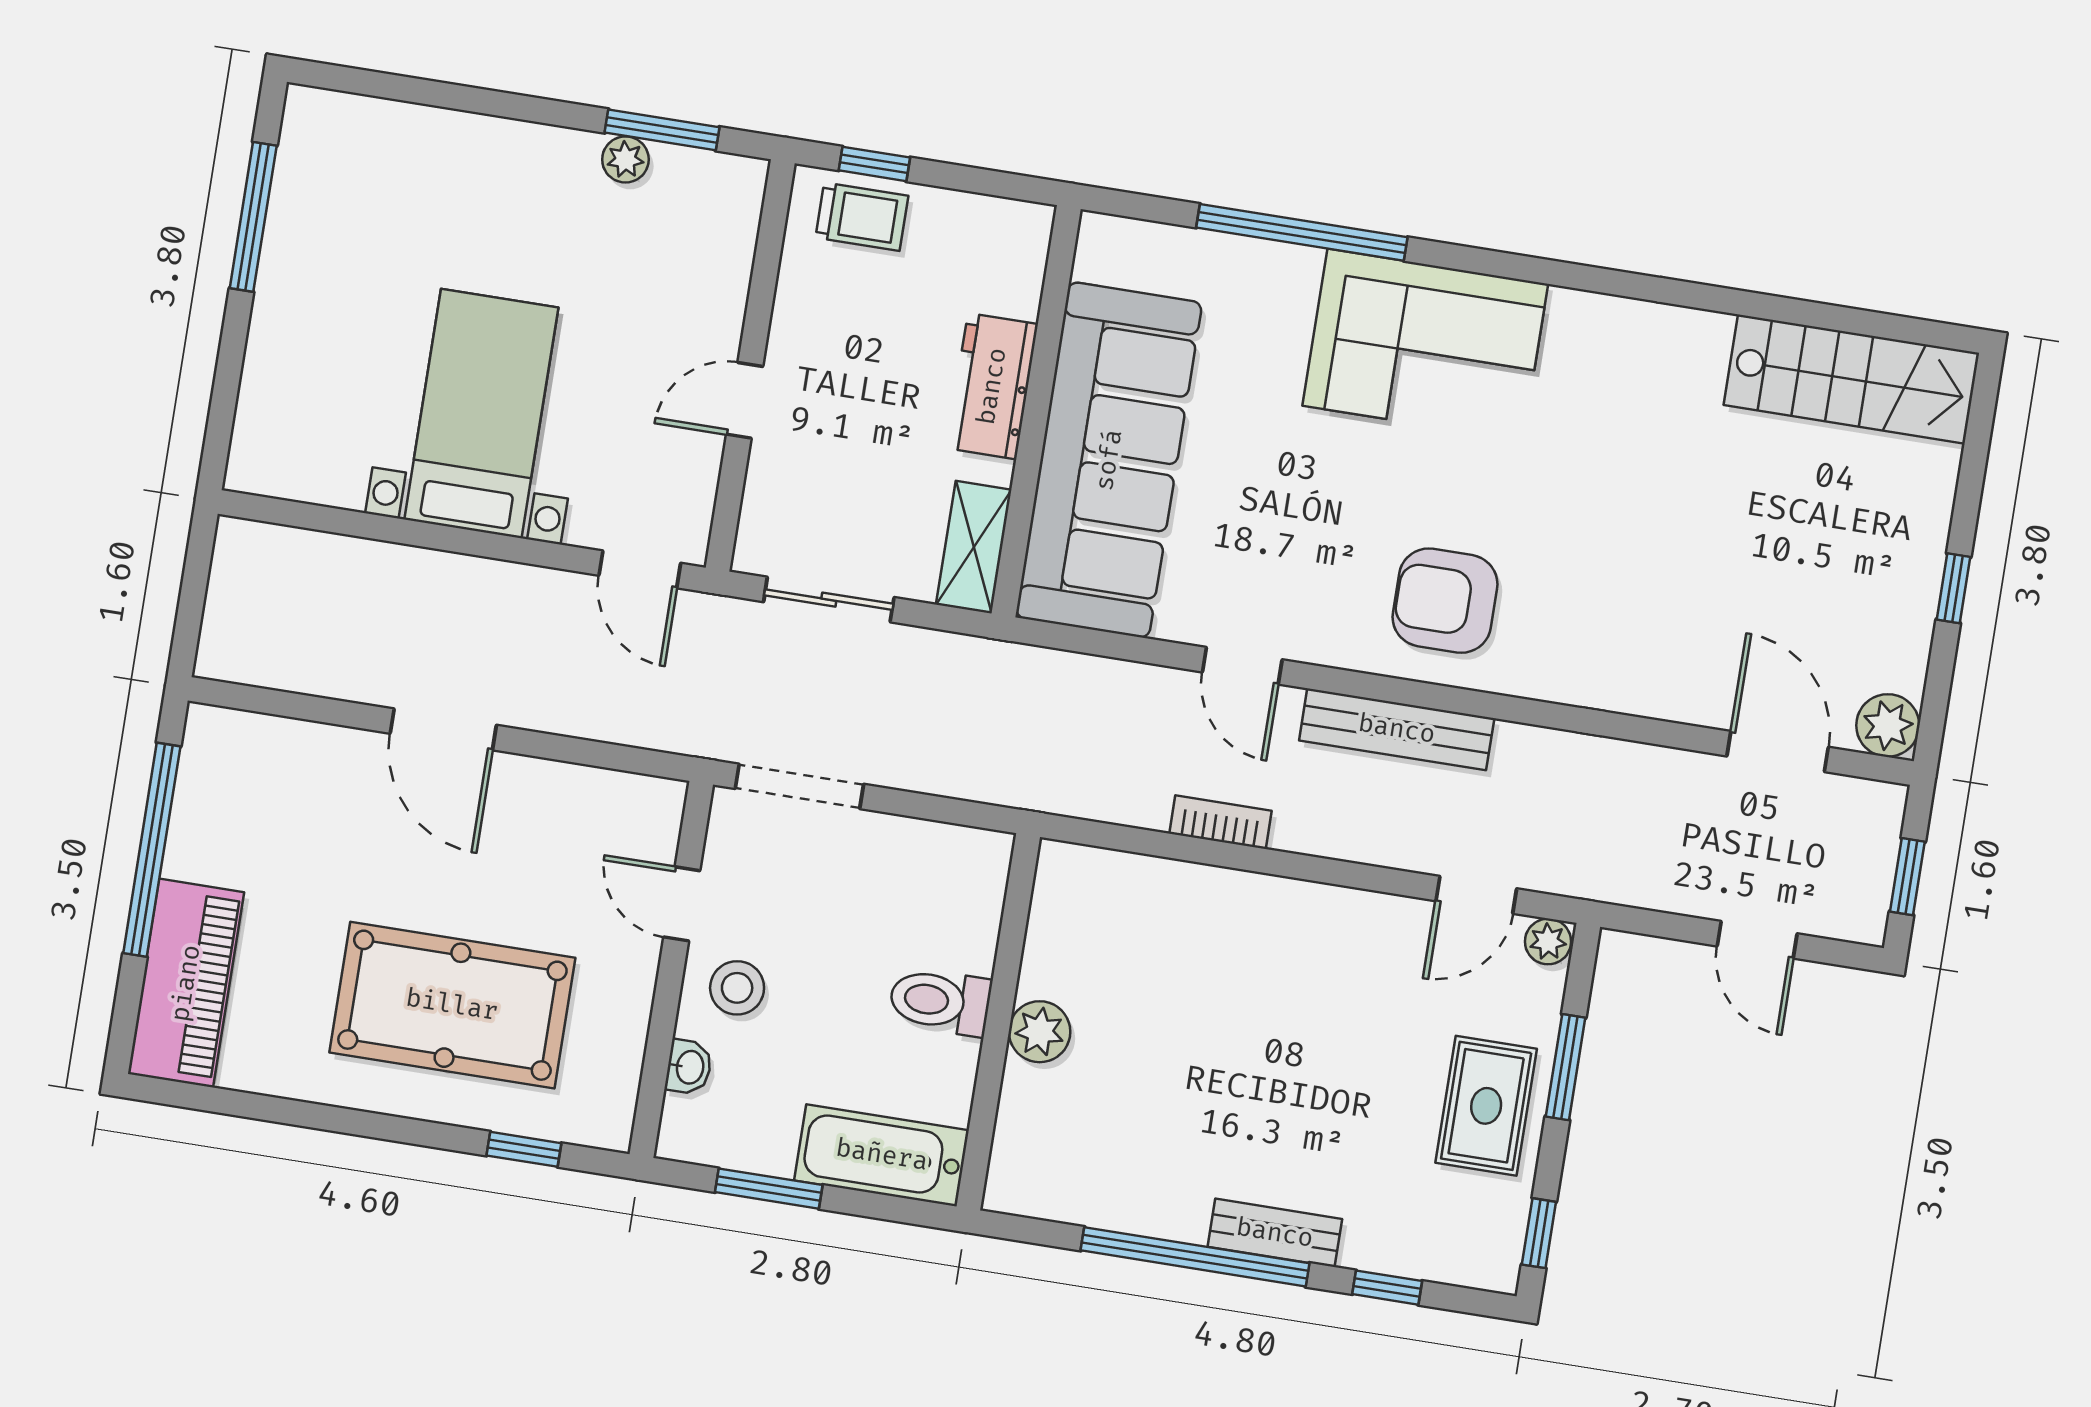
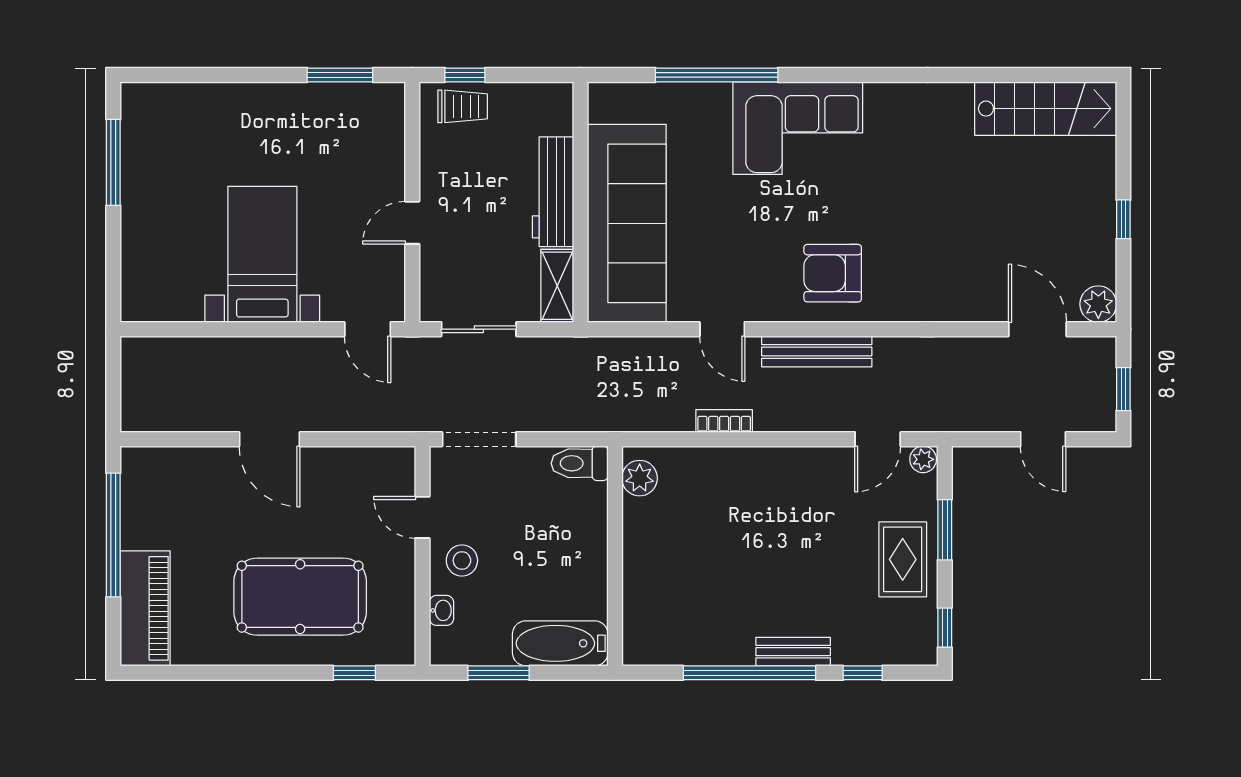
plant: (625, 159) -> (322, 95), removed
workbench: (992, 386) -> (553, 192), width x1.38
toilet: (940, 1001) -> (580, 463), moved
plant: (1040, 1032) -> (640, 478), moved

